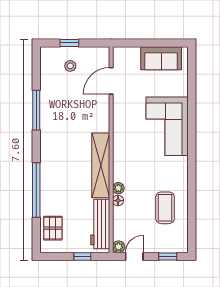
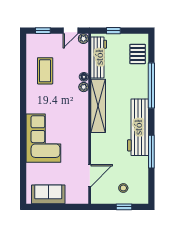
workbench: (52, 140) -> (138, 127), added

